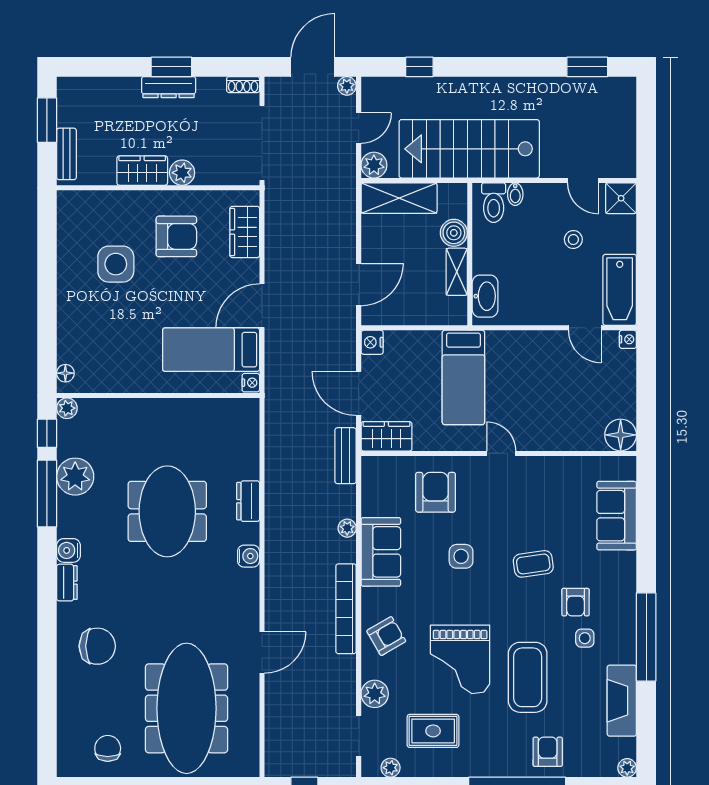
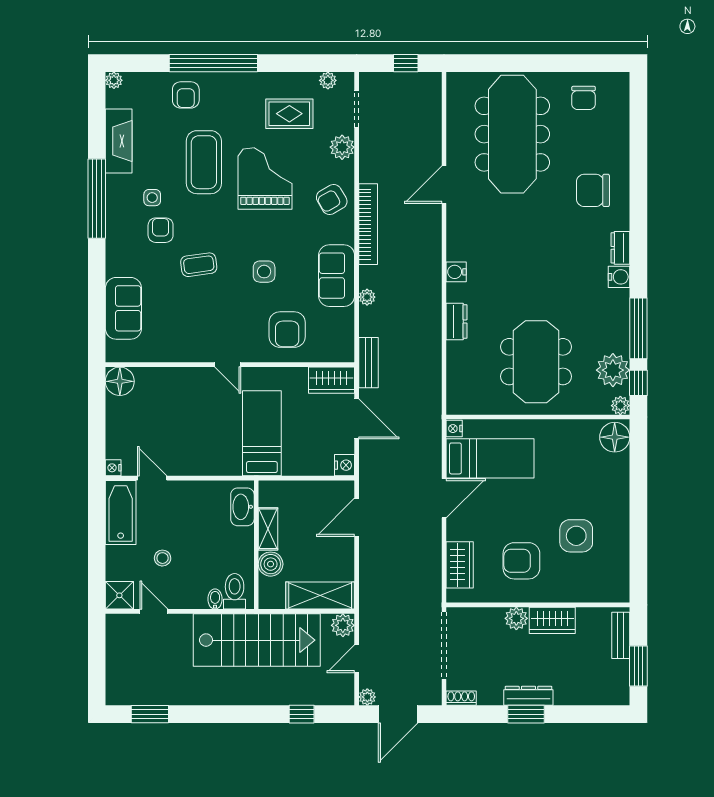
floor lamp: (65, 373) -> (615, 437), width x1.89, depth x1.89
plant: (75, 477) -> (613, 370), moved
meeting table: (167, 511) -> (536, 362), moved

